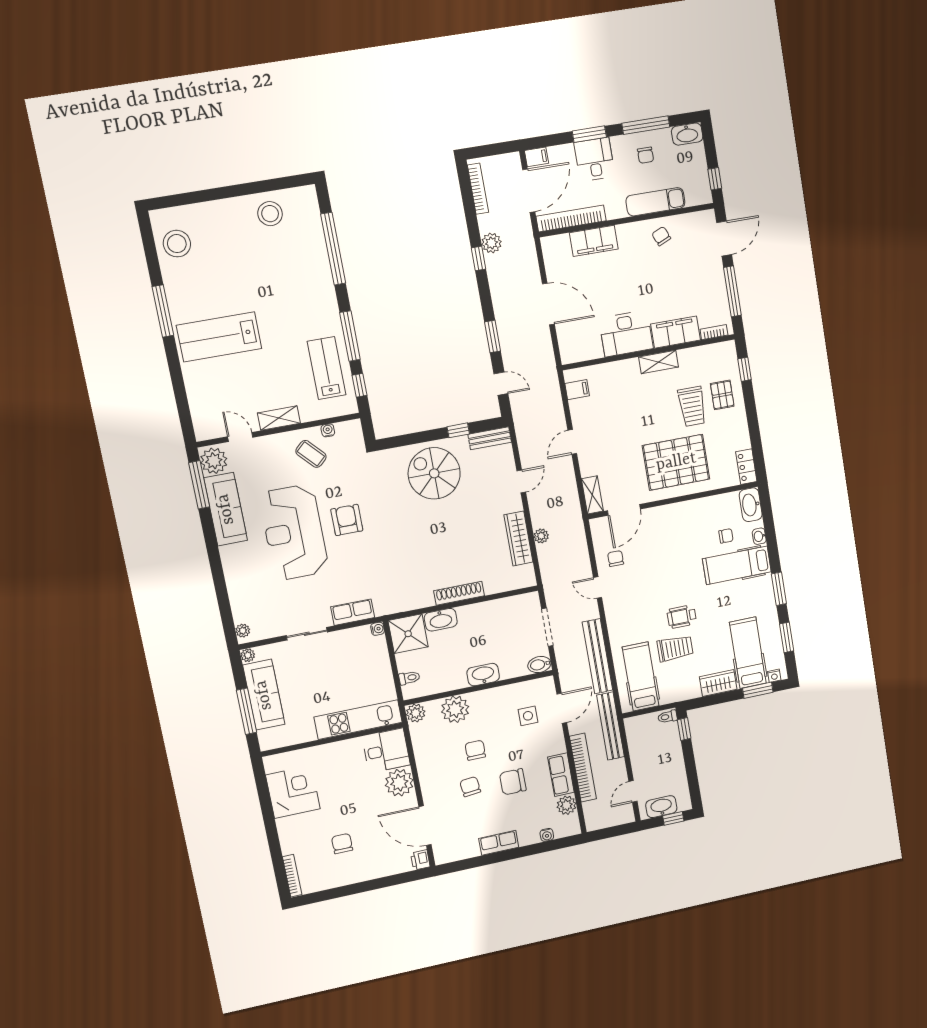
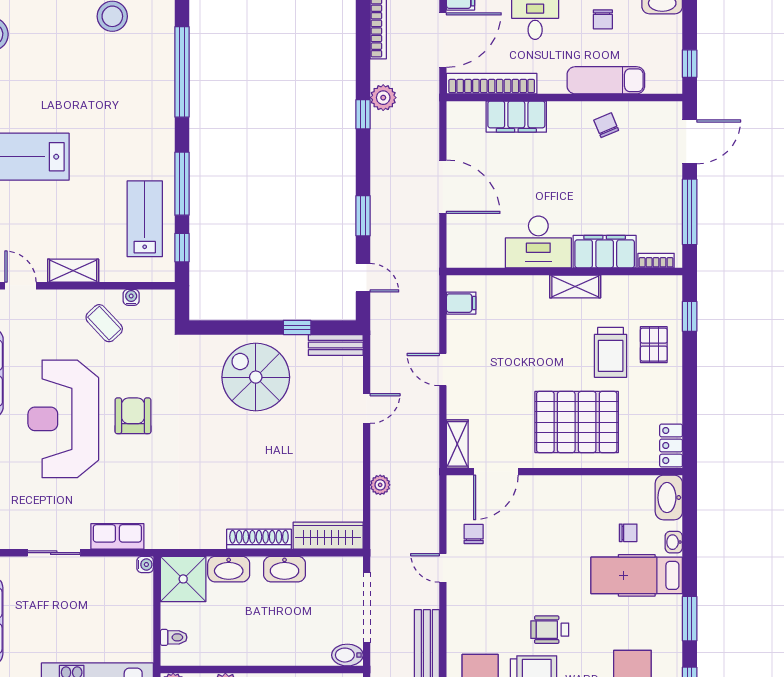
door: (572, 442) -> (443, 370), hinge flipped
wardrobe: (518, 538) -> (328, 536), moved, turned 90
doorway: (547, 627) -> (367, 607), width x1.36
washbasin: (483, 675) -> (284, 569), moved, turned 180

